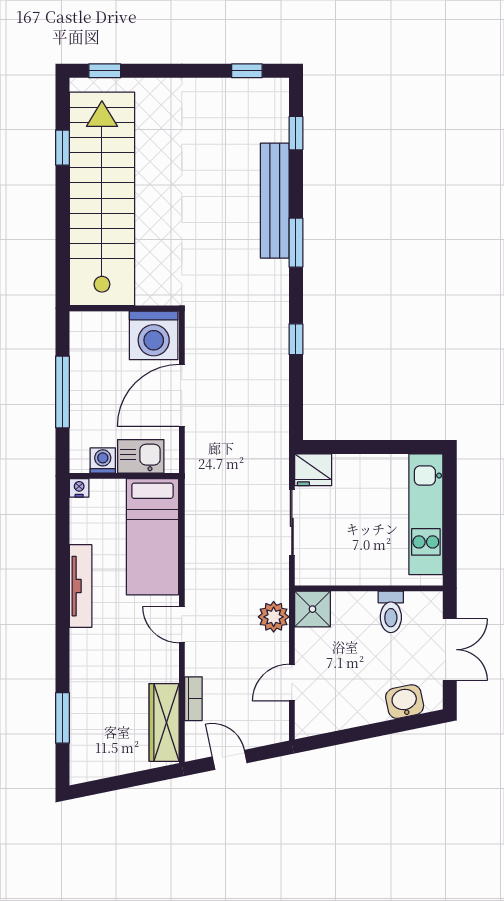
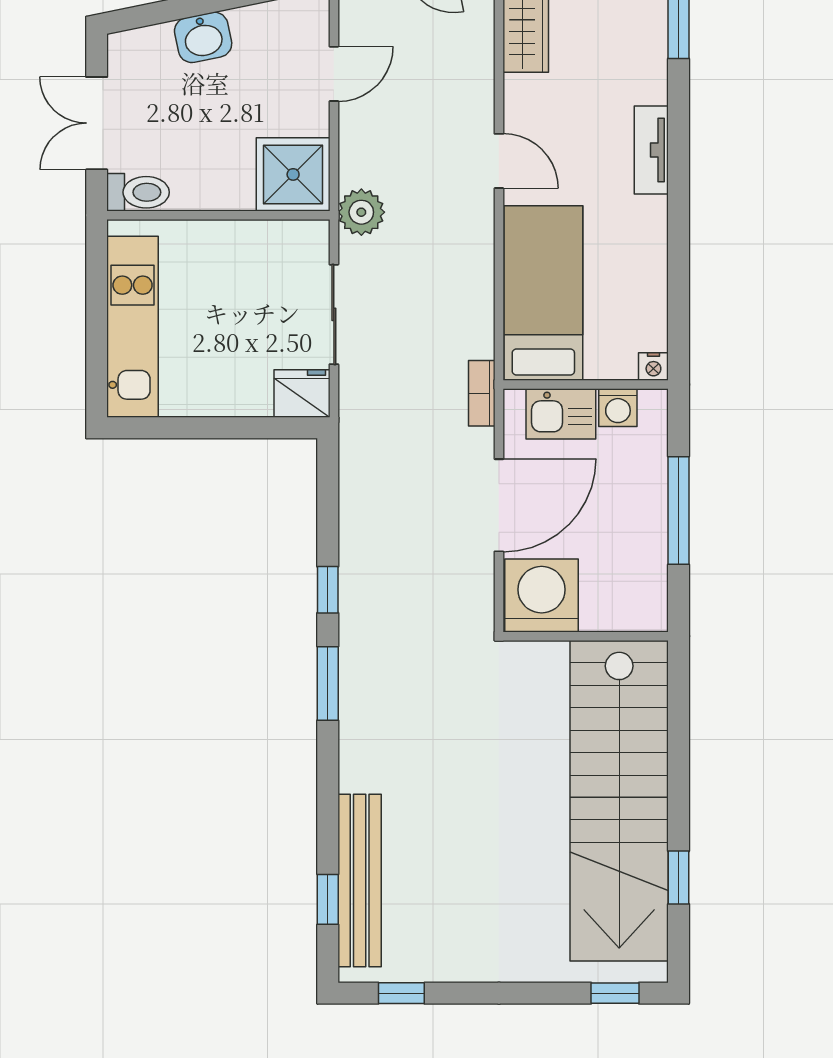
bench: (275, 201) -> (360, 881), moved
window: (296, 243) -> (328, 683), moved
tv unit: (81, 586) -> (651, 150), moved, width x0.71
shower: (312, 609) -> (293, 174), width x1.36, depth x1.36
toilet: (391, 612) -> (138, 192), moved, turned 90
plant: (274, 617) -> (361, 212), moved
bookcase: (193, 699) -> (482, 393), moved
washbasin: (405, 702) -> (203, 37), moved

